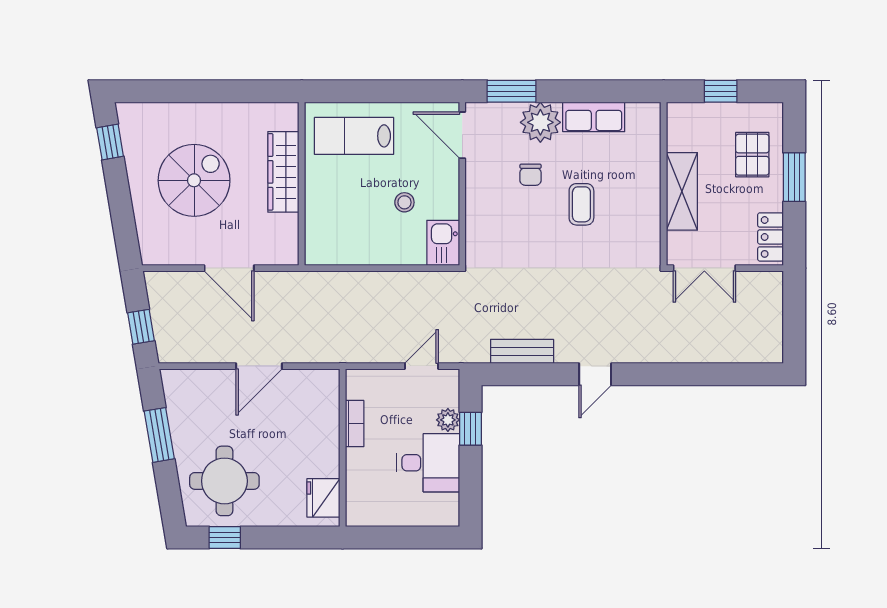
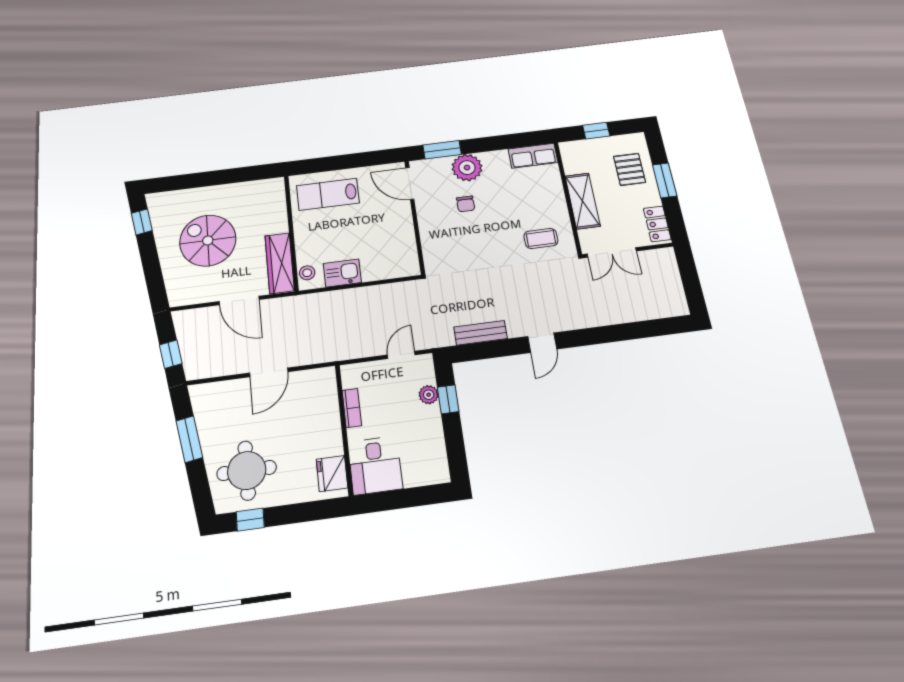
row of seats: (594, 117) -> (533, 156), moved
wardrobe: (283, 172) -> (280, 263), moved
spiral stairs: (194, 180) -> (208, 240), turned -90
stool: (404, 202) -> (307, 273), moved
coffee table: (581, 204) -> (541, 238), moved, turned 90
kitchen sink: (443, 243) -> (342, 273), moved, turned 90
desk: (428, 463) -> (375, 465), moved, turned 90

